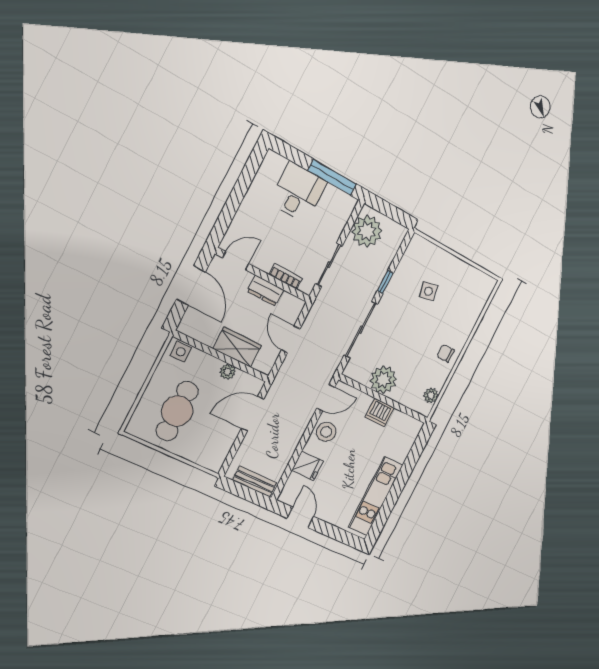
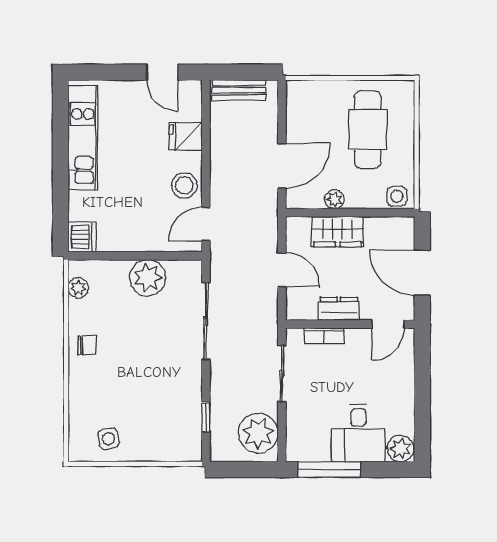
plant: (274, 164) -> (400, 449), added
window: (385, 282) -> (206, 417), moved
side table: (428, 291) -> (108, 439), moved
dishwasher: (380, 412) -> (82, 237), moved, turned 90

